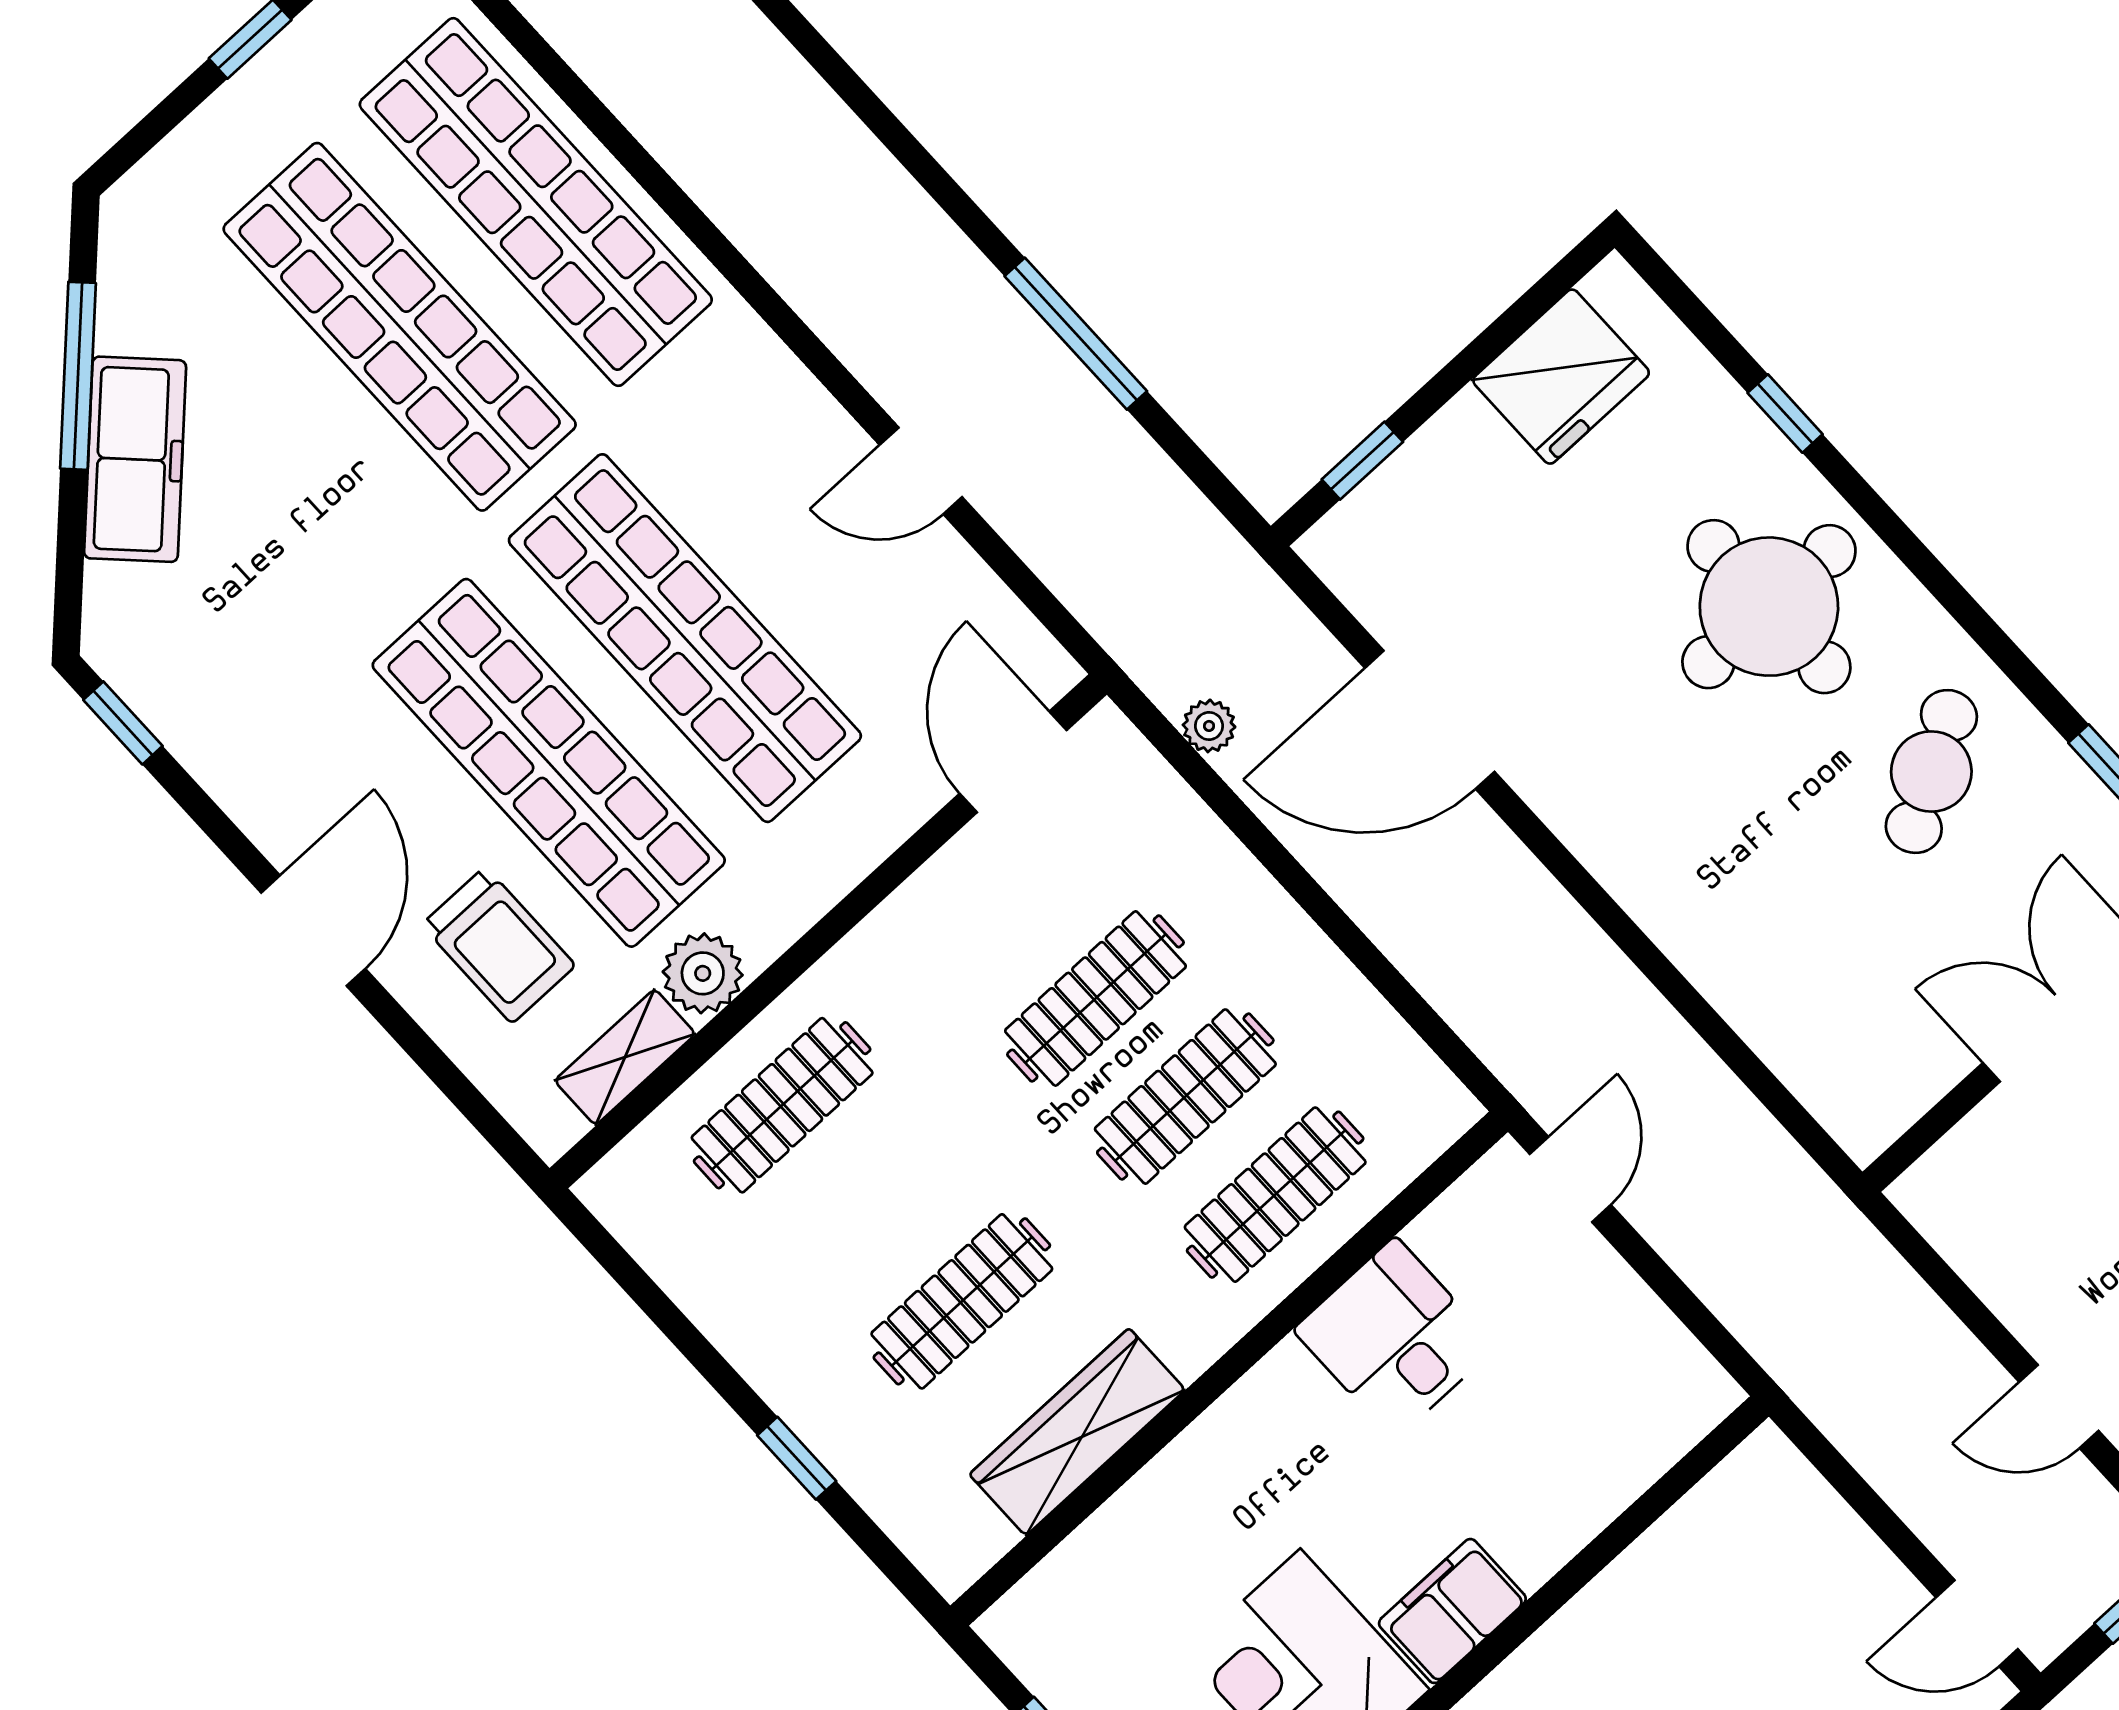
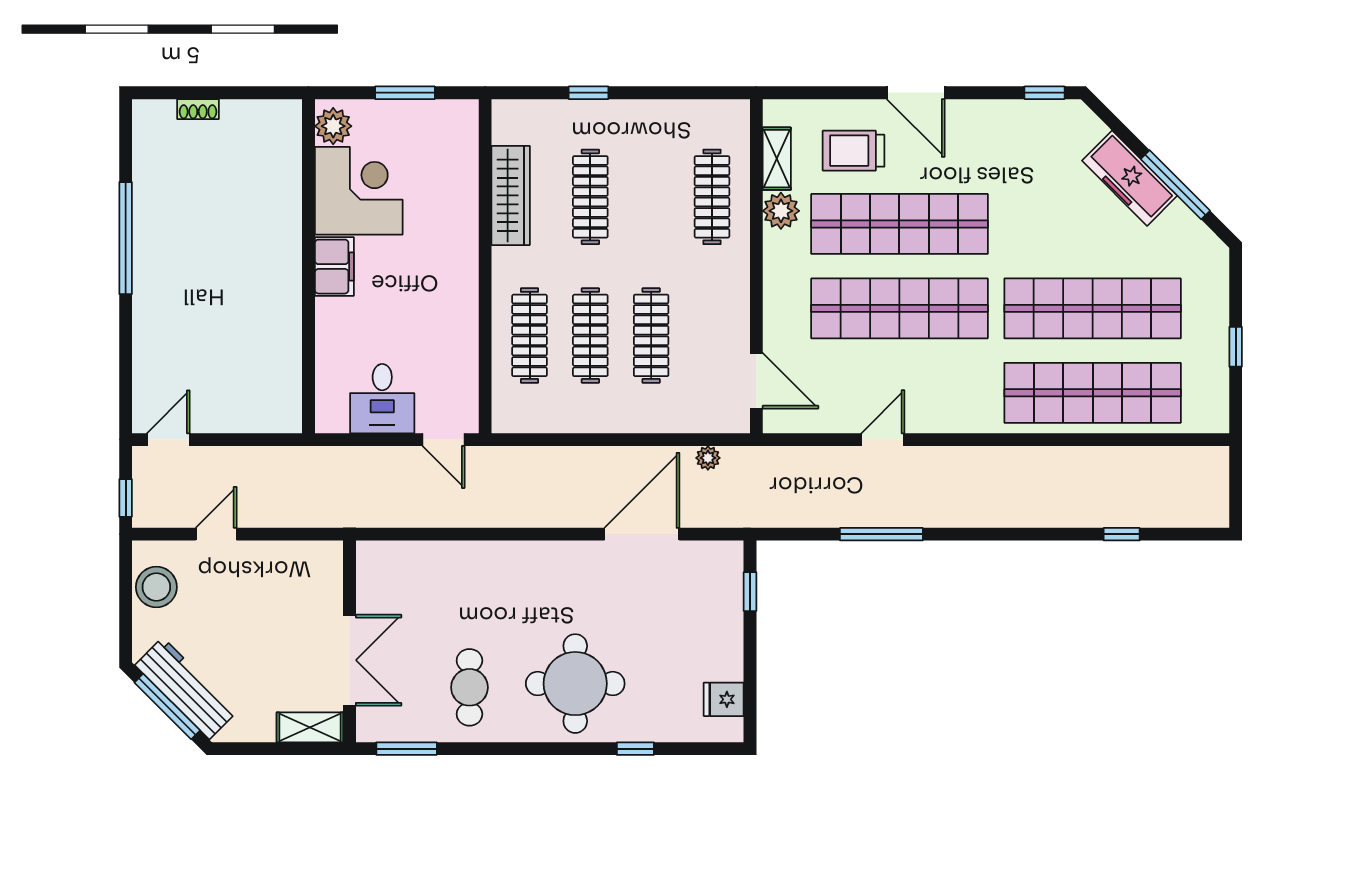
fridge: (1561, 377) -> (724, 699), width x0.53, depth x0.75
cafe table: (1931, 771) -> (469, 687), turned 30
desk: (1395, 1338) -> (382, 399), moved, turned 90

